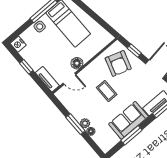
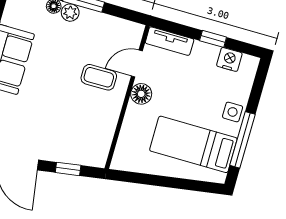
nightstand: (18, 44) -> (229, 59), moved
armchair: (118, 63) -> (80, 134), removed
coffee table: (107, 91) -> (99, 77), moved

